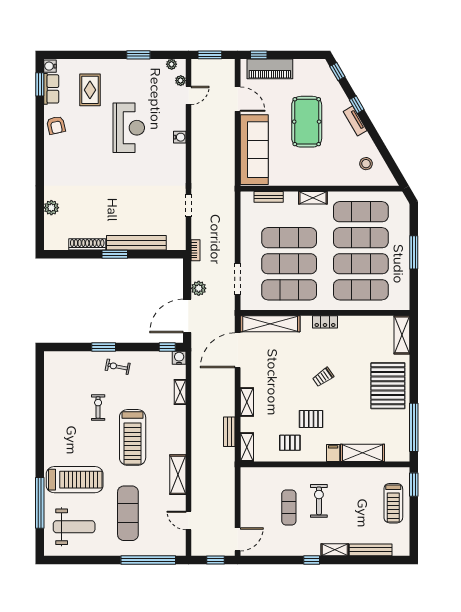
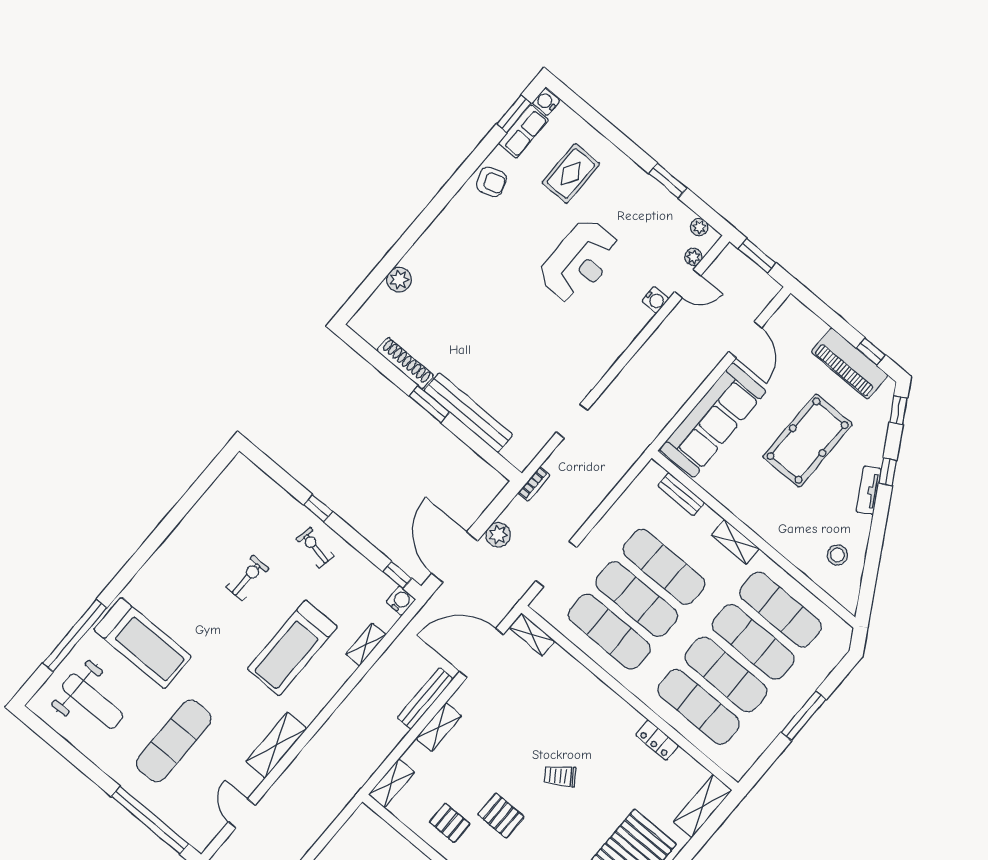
window: (259, 55) -> (871, 352), moved
piano: (270, 69) -> (850, 364), moved
armchair: (56, 125) -> (491, 182), turned -98
water cooler: (180, 137) -> (655, 300), moved
door: (187, 316) -> (455, 557), hinge flipped
locker: (325, 322) -> (657, 740), moved
shelving: (270, 324) -> (532, 634), width x0.45, depth x0.75
window: (104, 347) -> (318, 508), width x0.67
bench: (229, 432) -> (425, 698), moved, width x1.36
treadmill: (133, 437) -> (292, 648), moved

